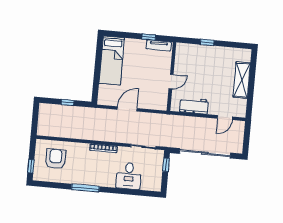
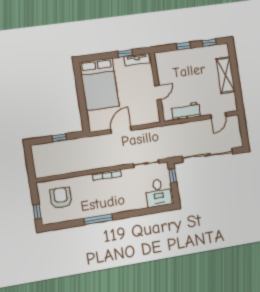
window: (233, 45) -> (209, 43), added
bed: (112, 60) -> (99, 84), width x1.50
desk: (129, 176) -> (158, 193), moved

